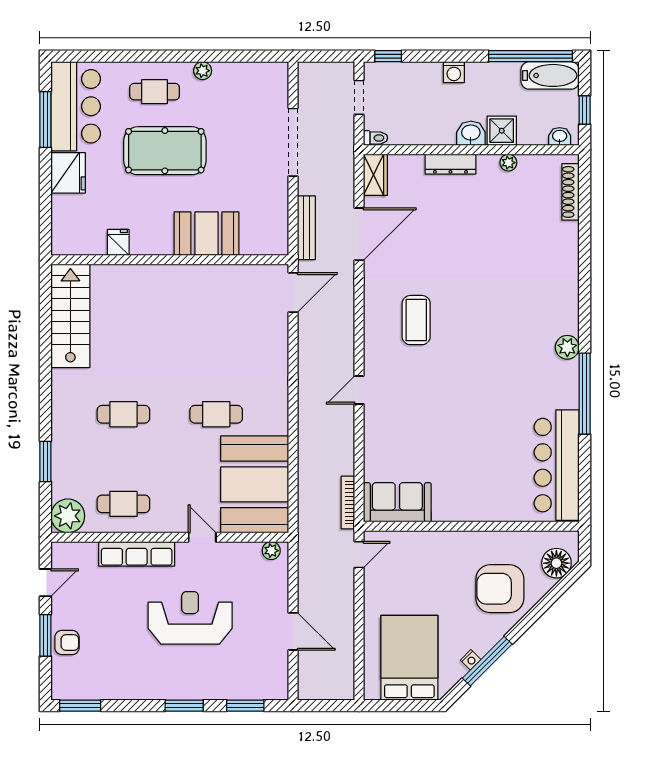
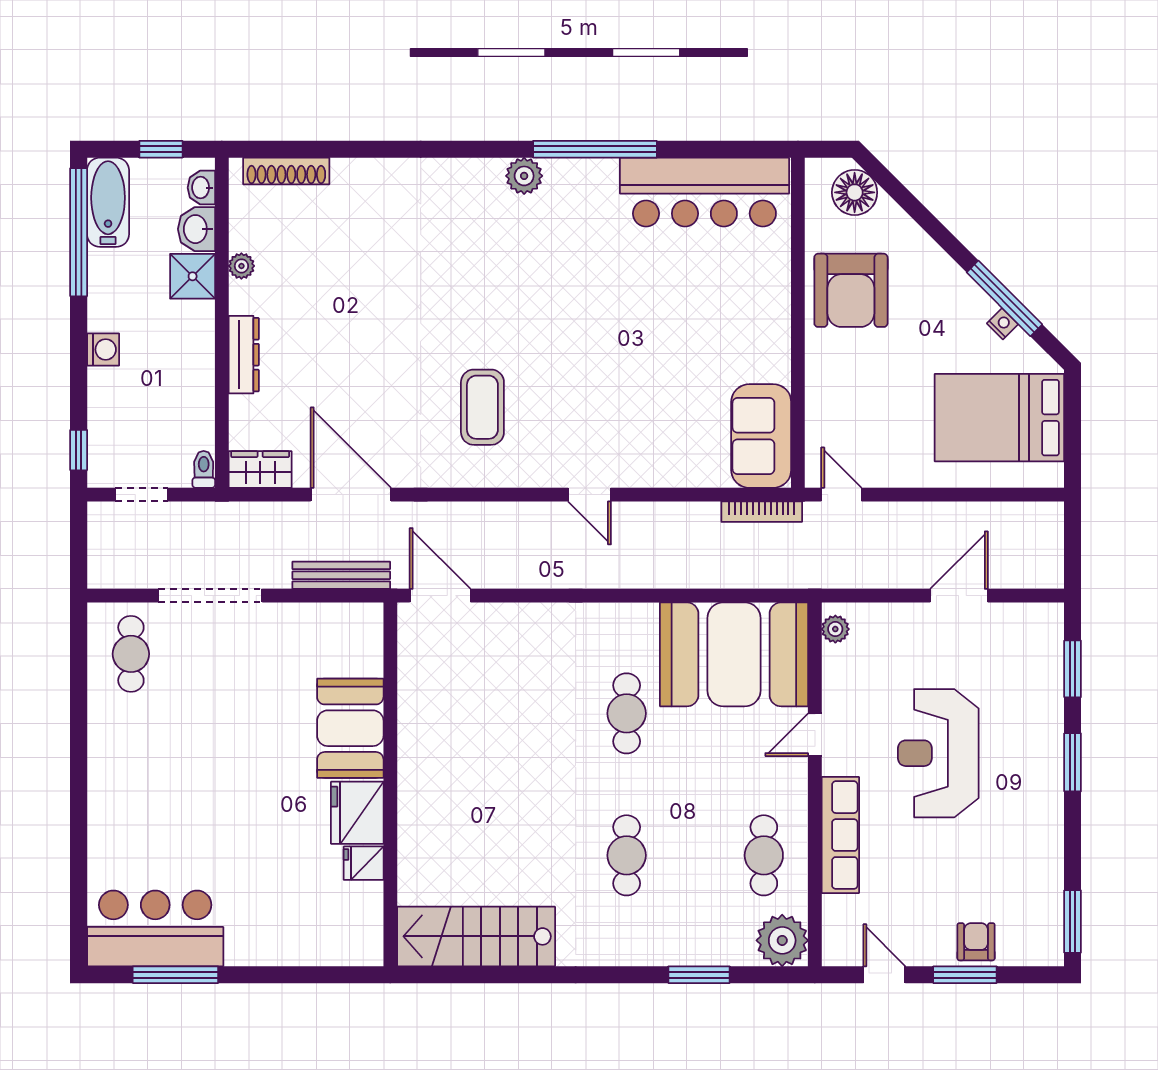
plant: (203, 71) -> (101, 734), removed
cafe table: (155, 92) -> (131, 654), moved
washbasin: (471, 133) -> (196, 229), moved
pool table: (165, 151) -> (223, 792), removed
fridge: (68, 173) -> (357, 813), moved, turned -90
coffee table: (416, 320) -> (482, 407), turned 90
armchair: (500, 589) -> (851, 290), moved

